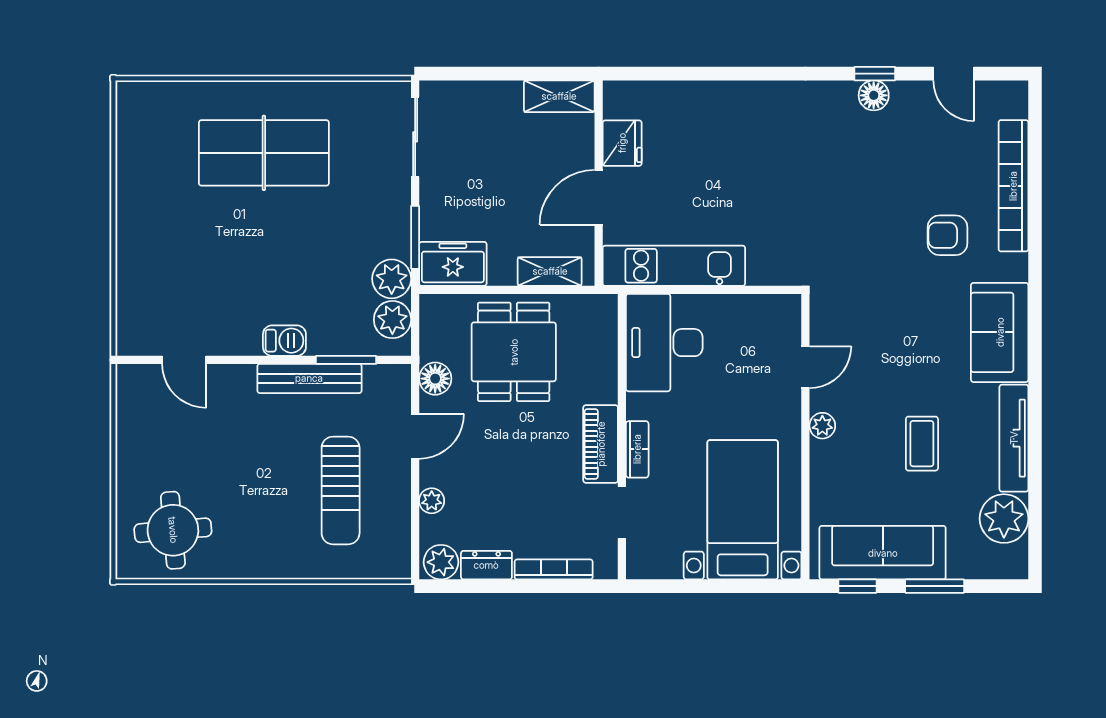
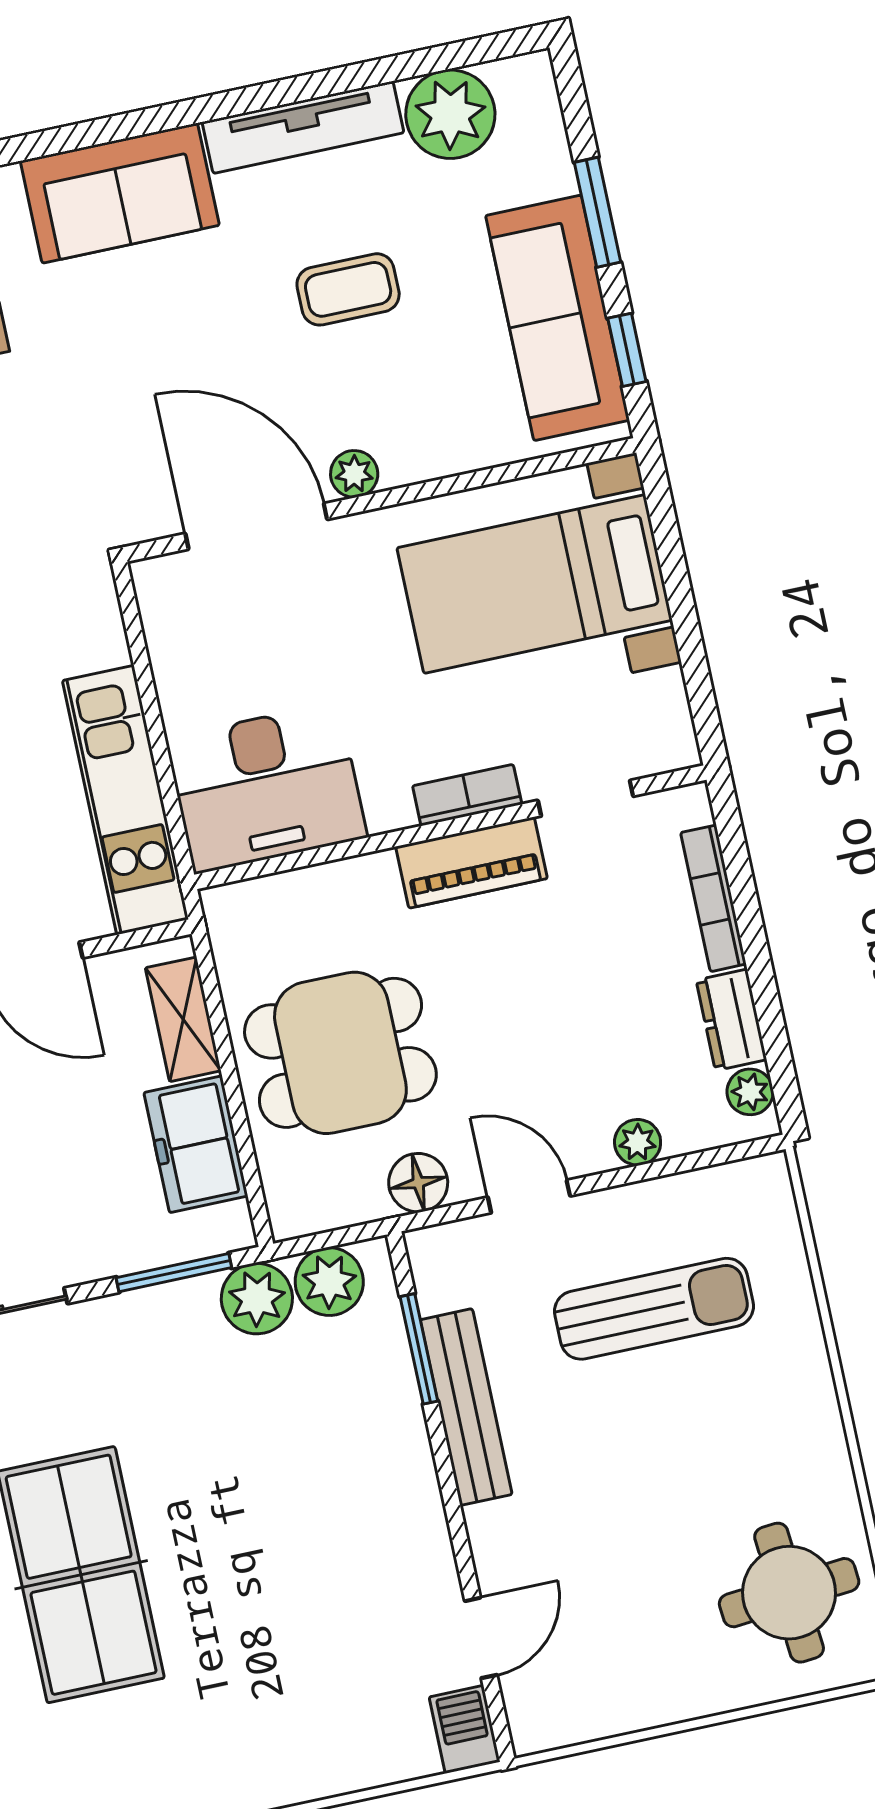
freezer: (453, 264) -> (196, 1144), moved
barbecue: (284, 341) -> (465, 1729), moved
door: (805, 367) -> (256, 526), width x1.87
plant: (441, 562) -> (750, 1092), width x0.73, depth x0.73

